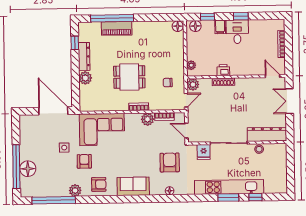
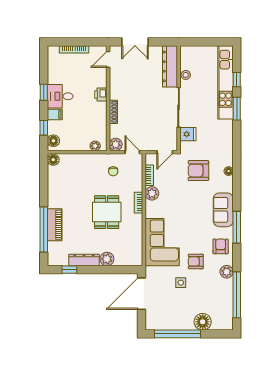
printer: (223, 70) -> (101, 95), moved
window: (16, 167) -> (177, 334), moved
kitchen unit: (229, 187) -> (225, 82), moved
window: (117, 199) -> (237, 227), added

